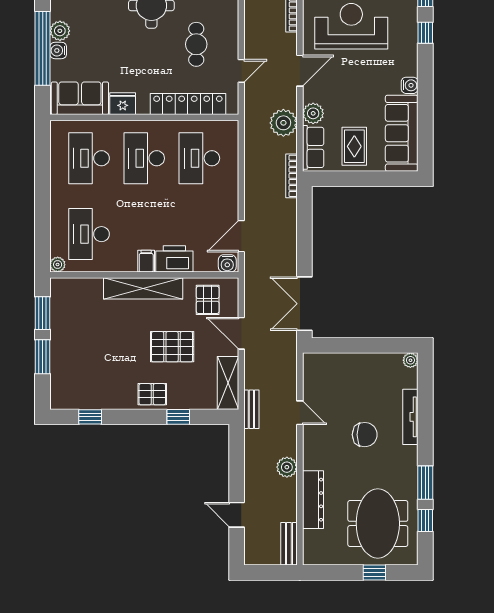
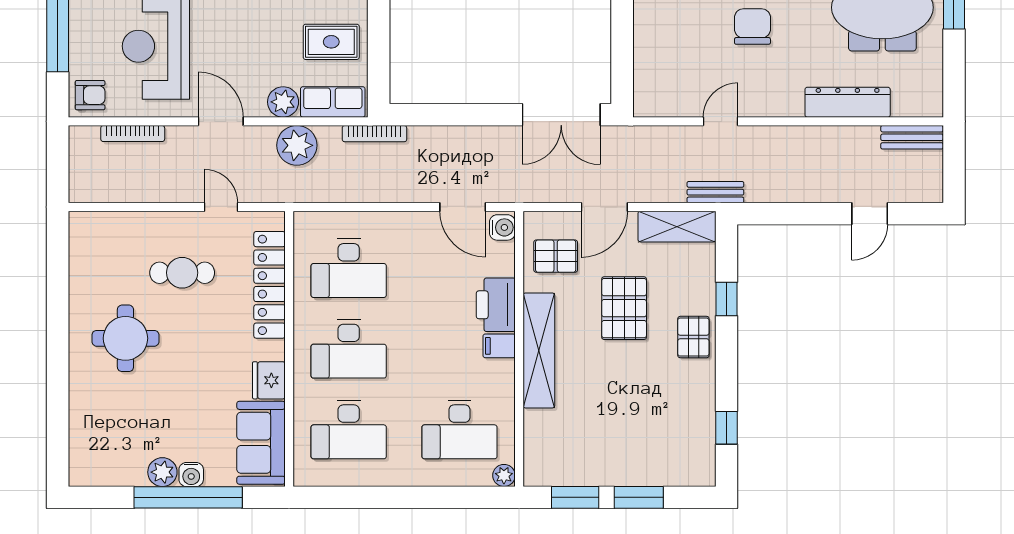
plant: (287, 467) -> (800, 140), removed

